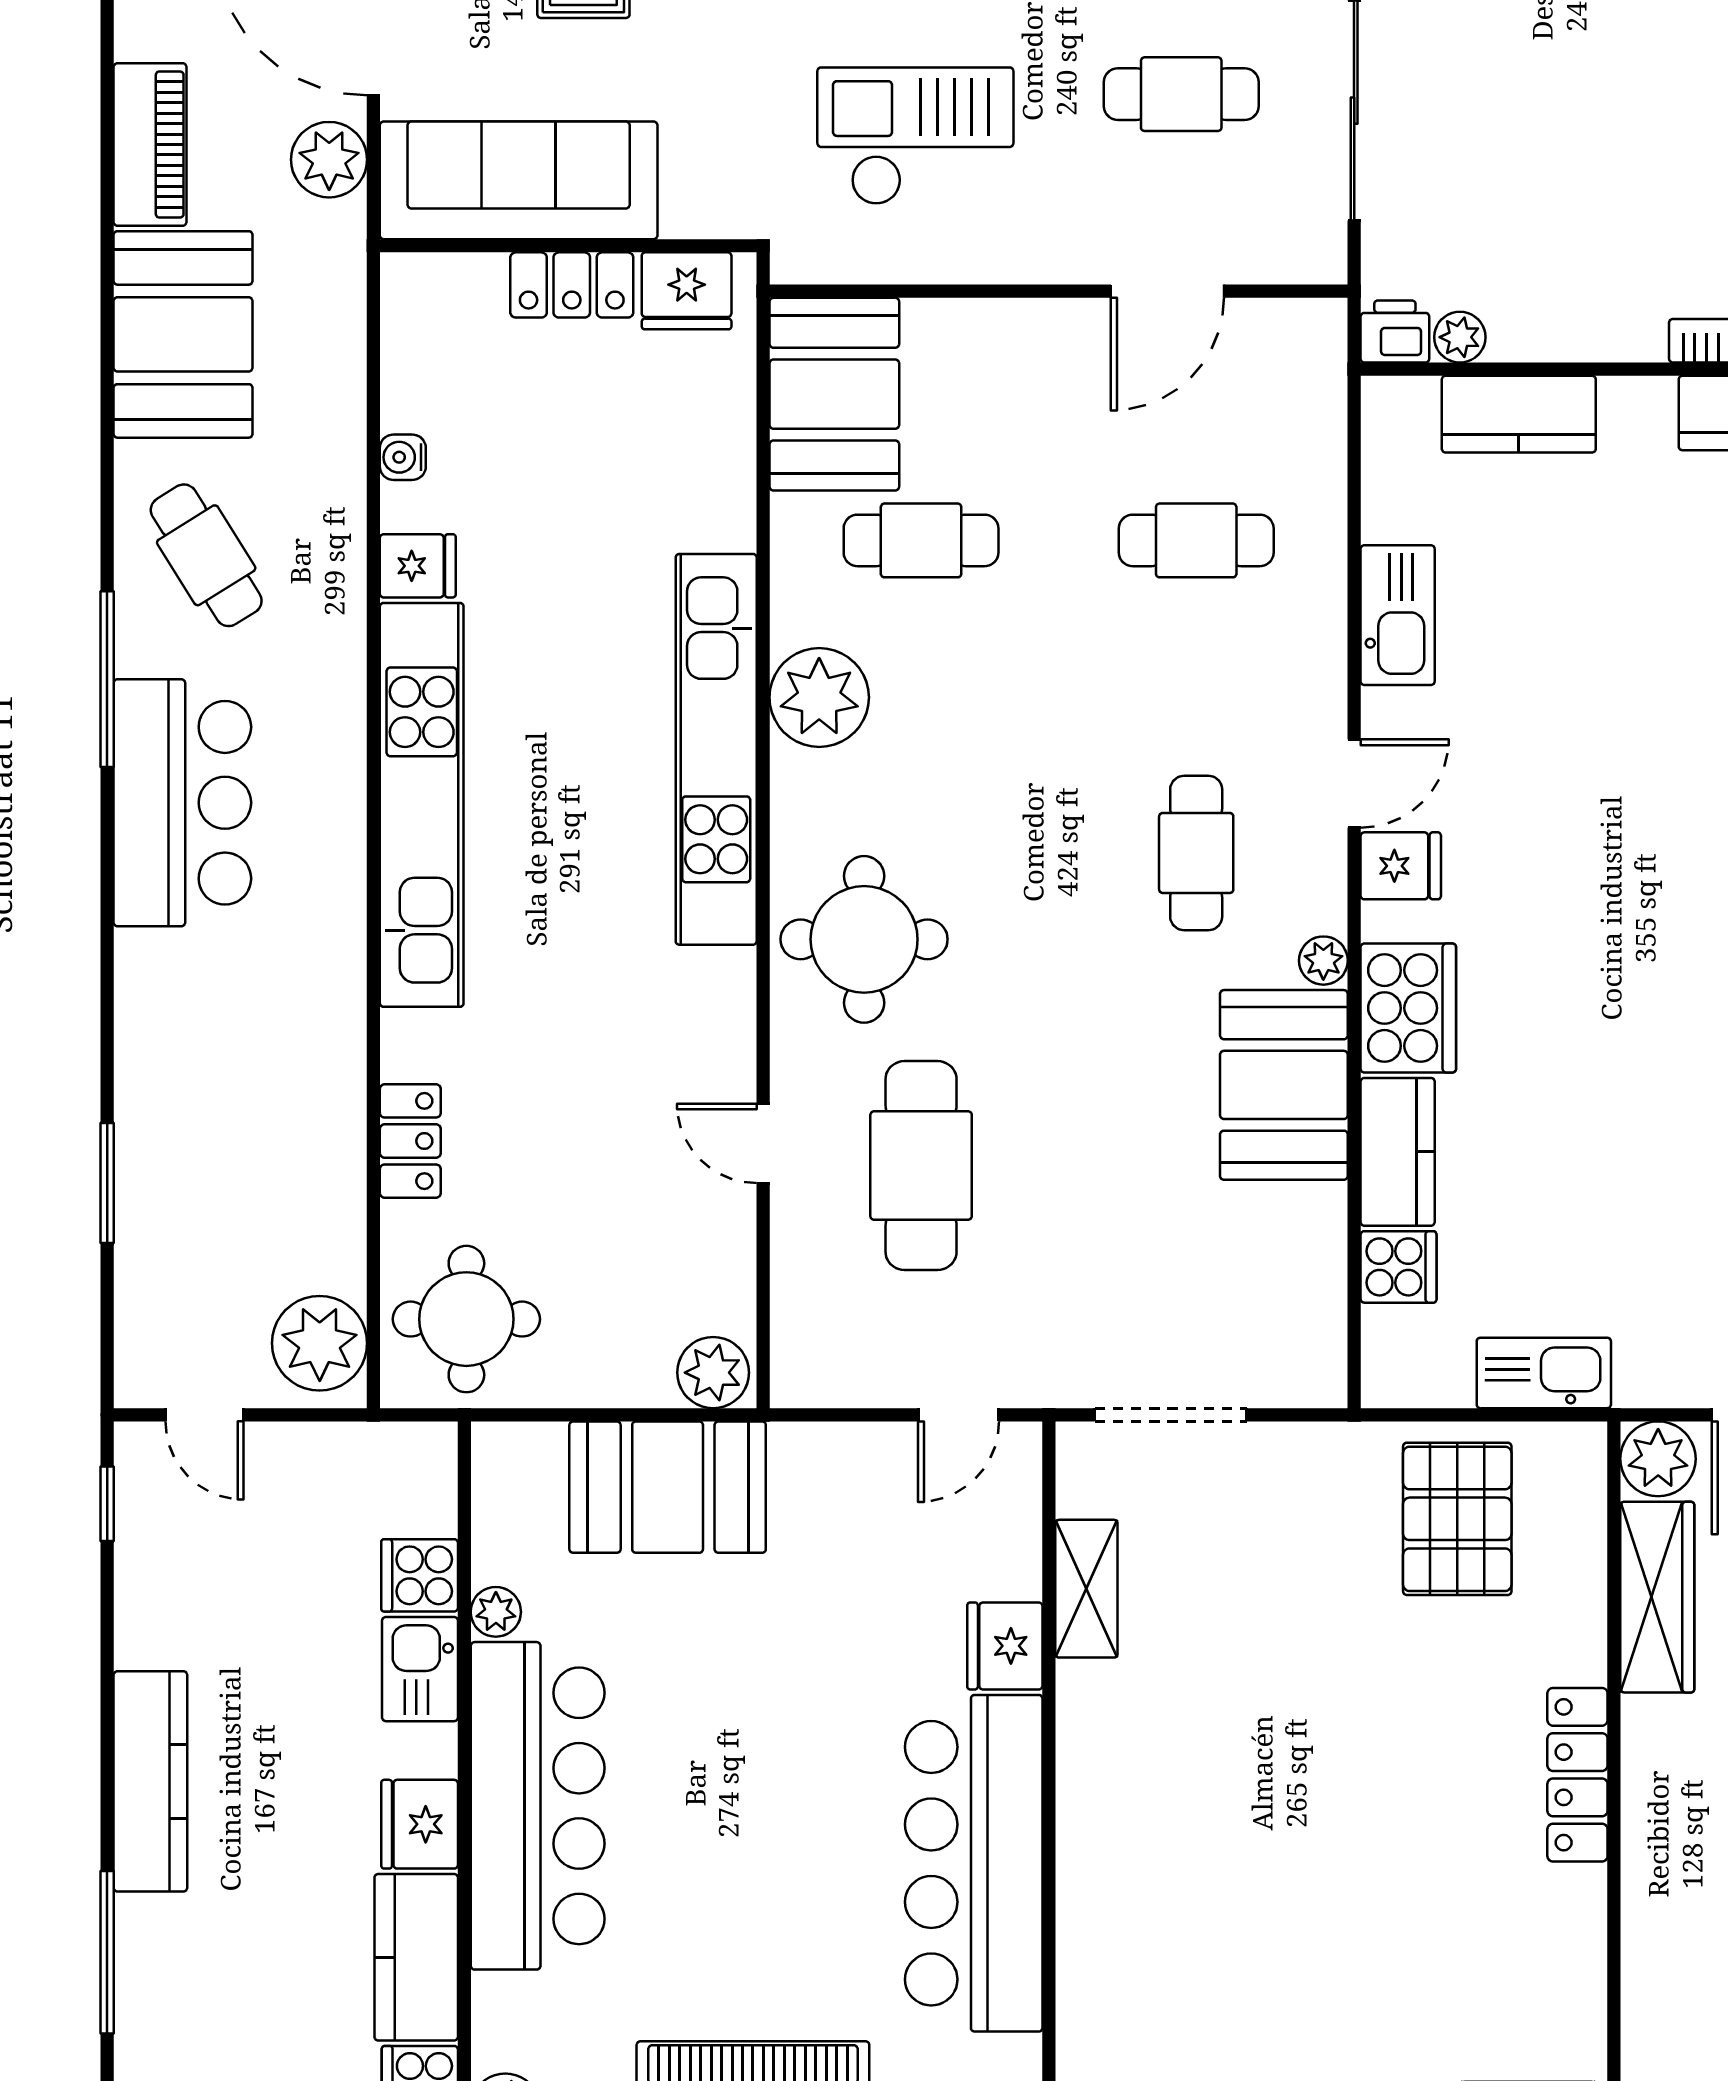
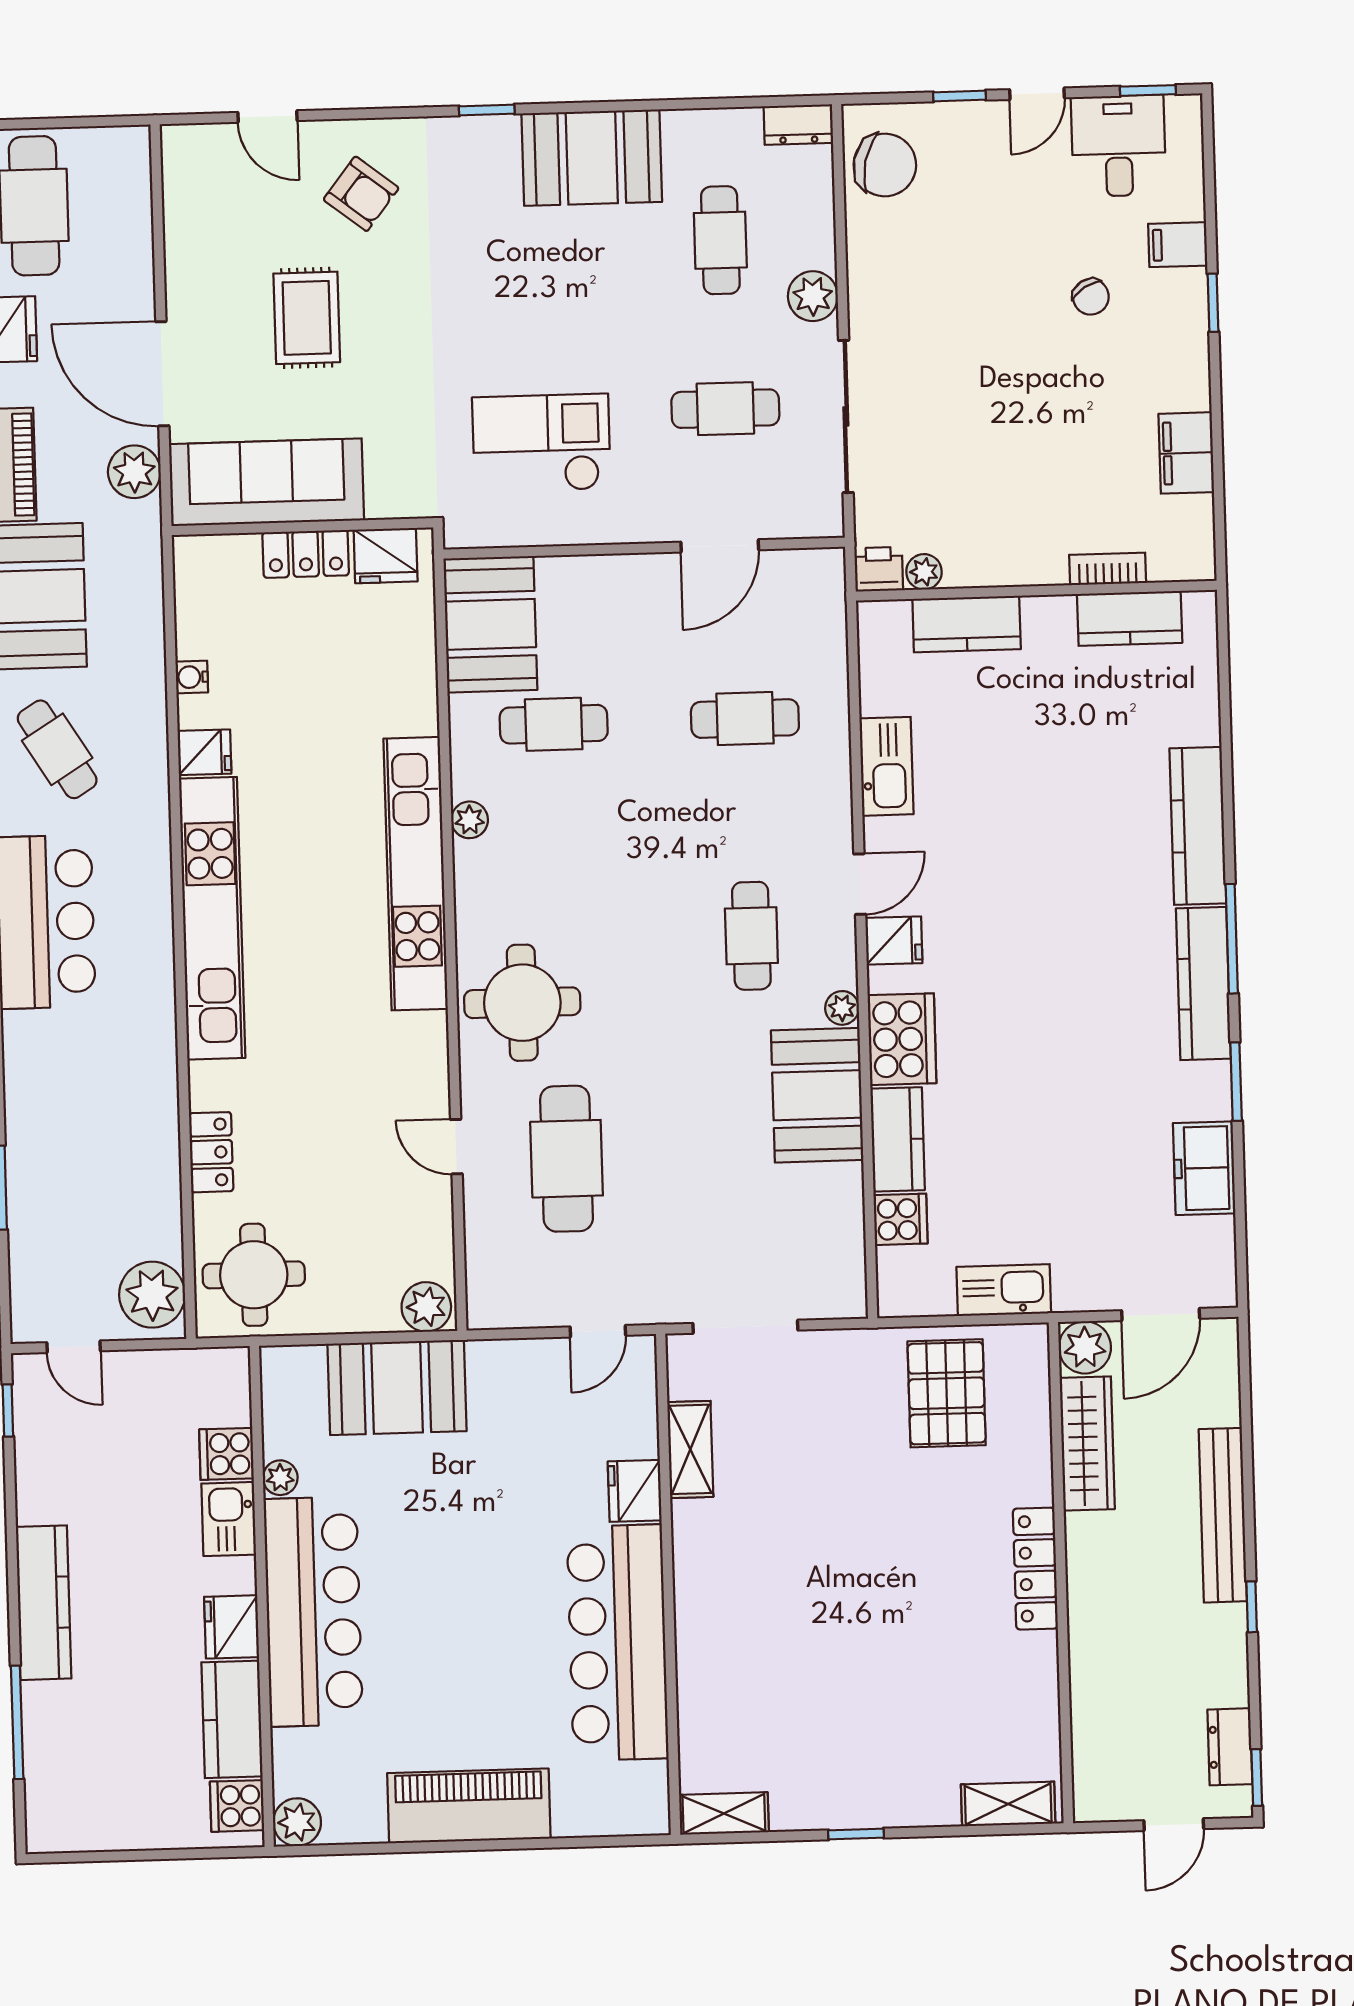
plant: (819, 697) -> (470, 820), width x0.53, depth x0.53

